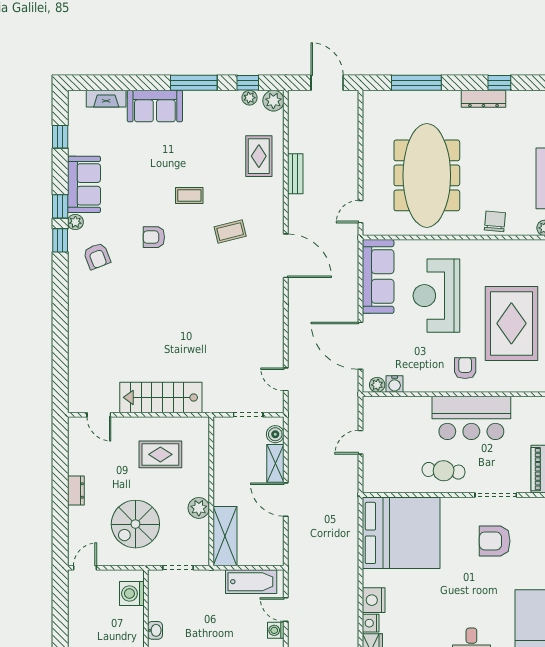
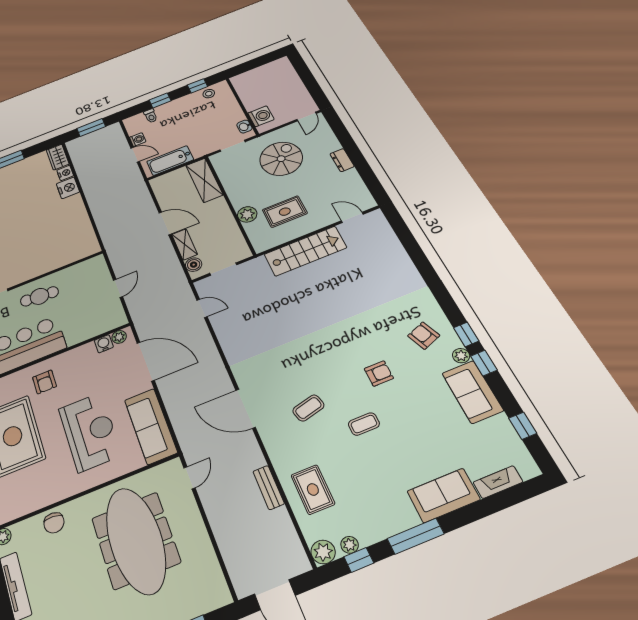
plant: (199, 508) -> (247, 214), moved
bed: (401, 533) -> (61, 239), removed
washbasin: (155, 630) -> (244, 127), moved

